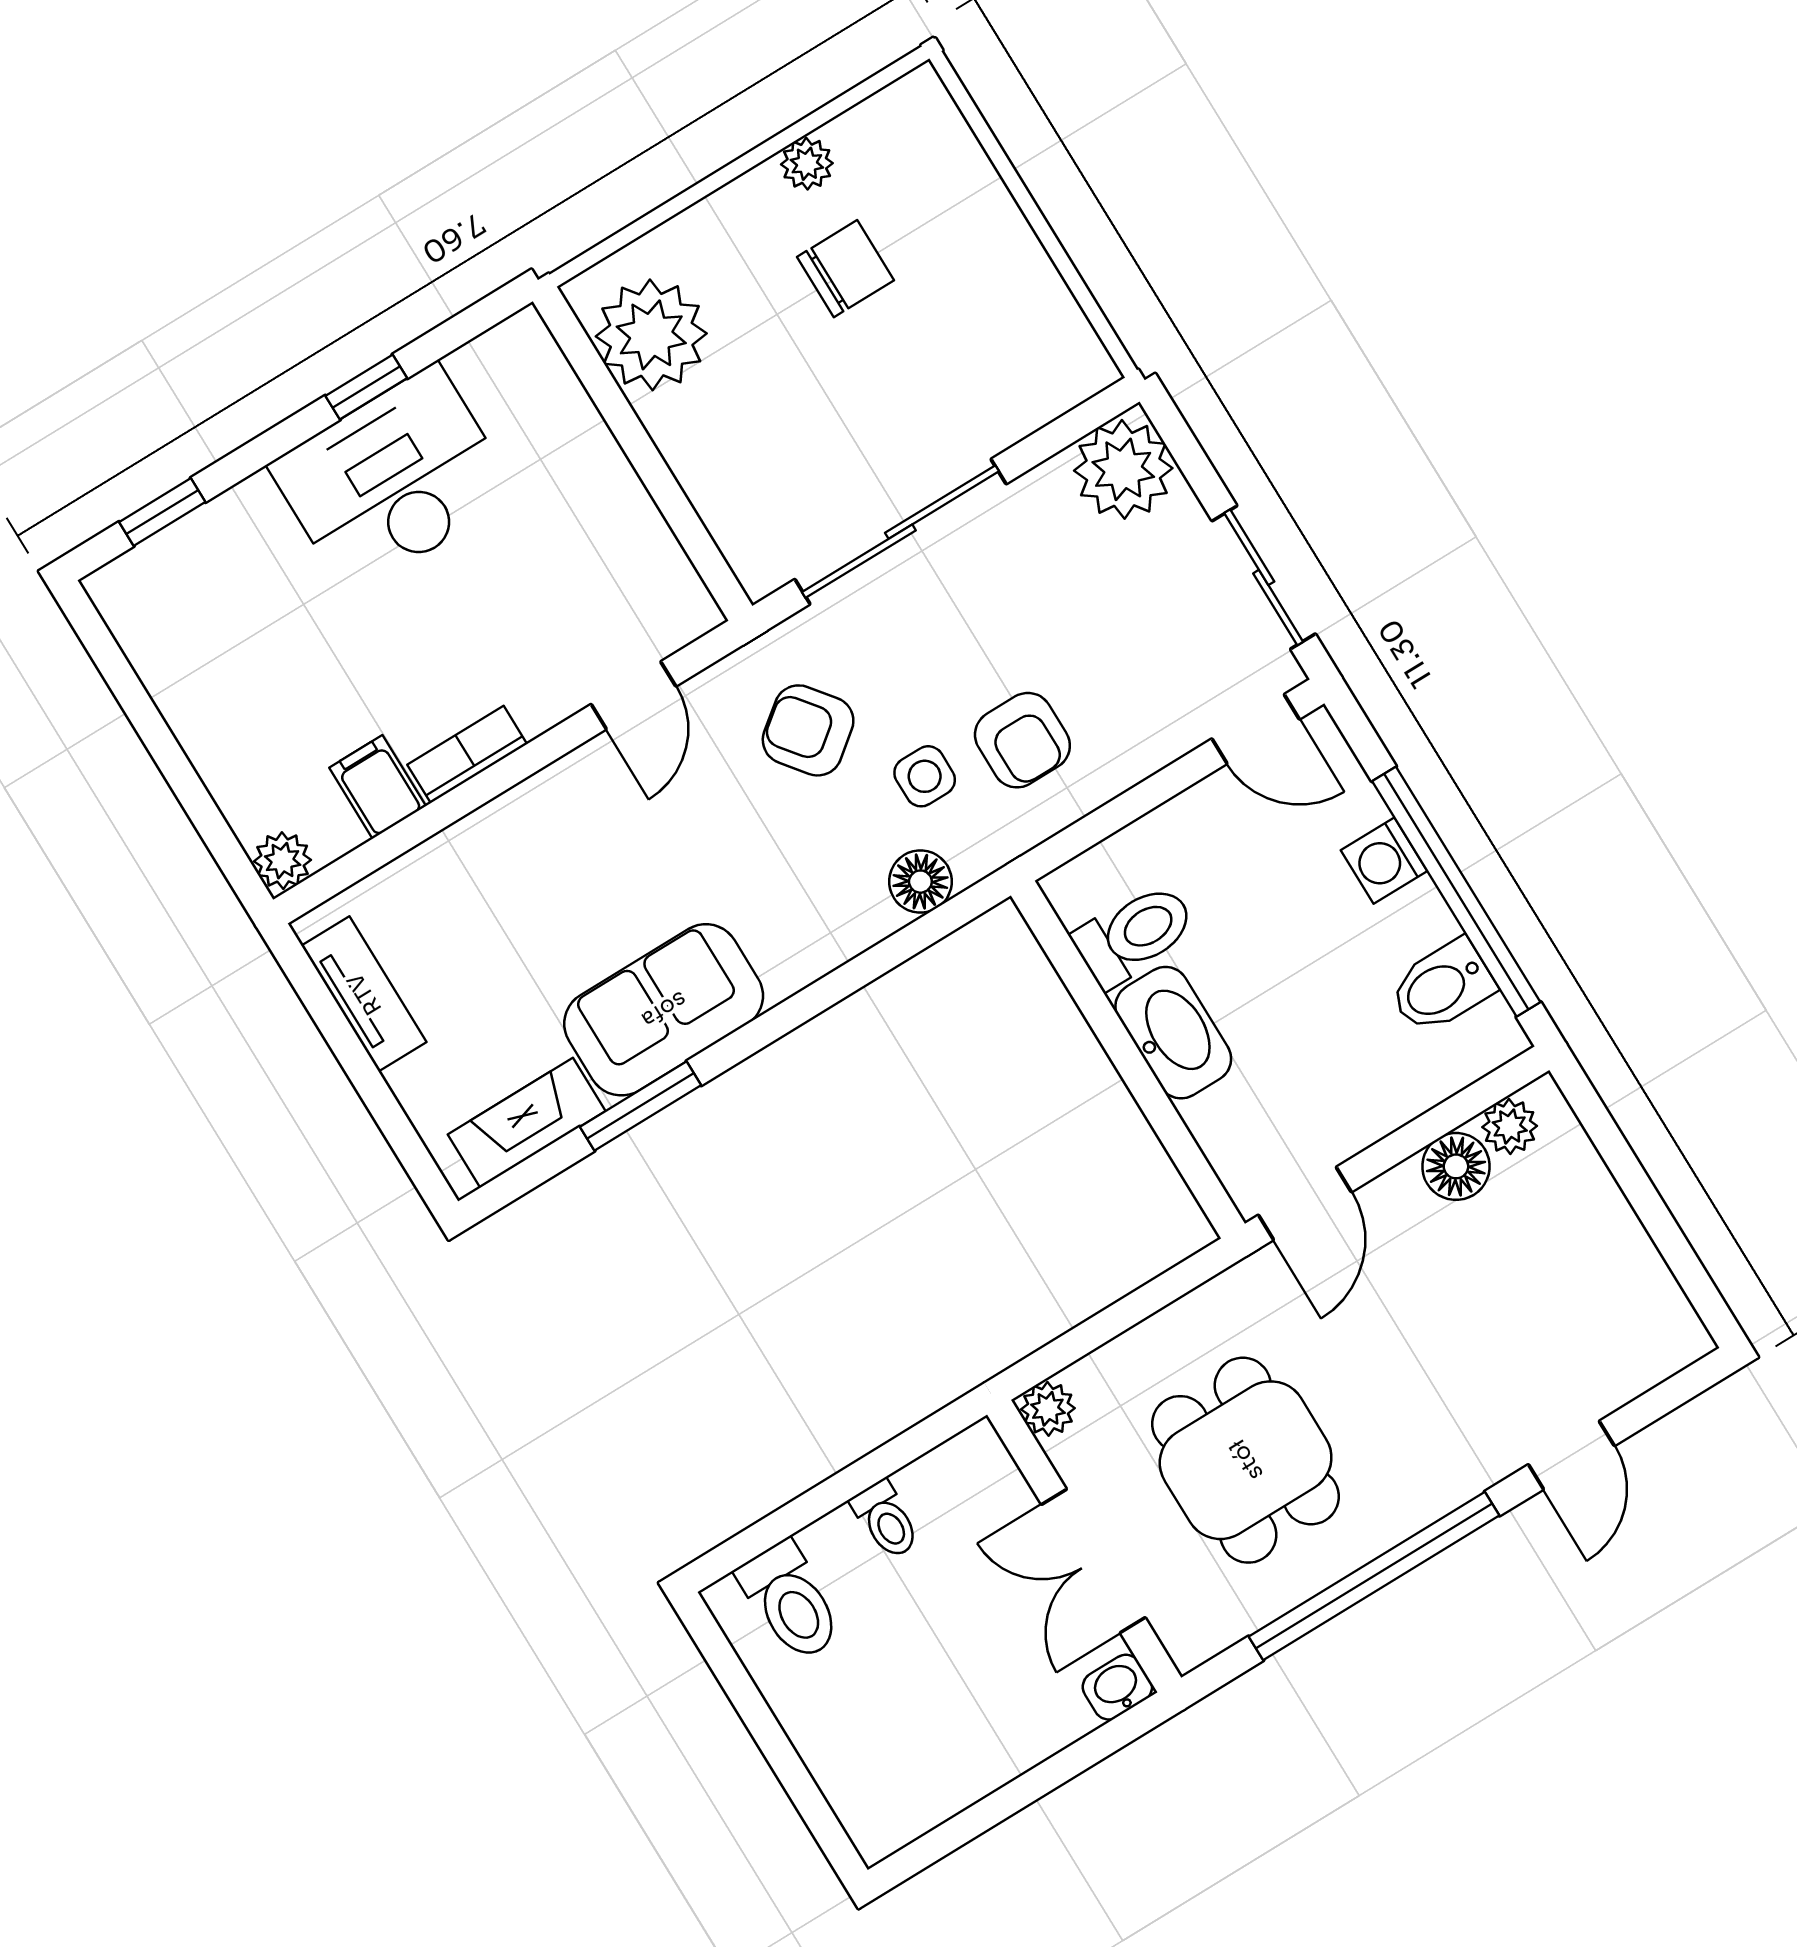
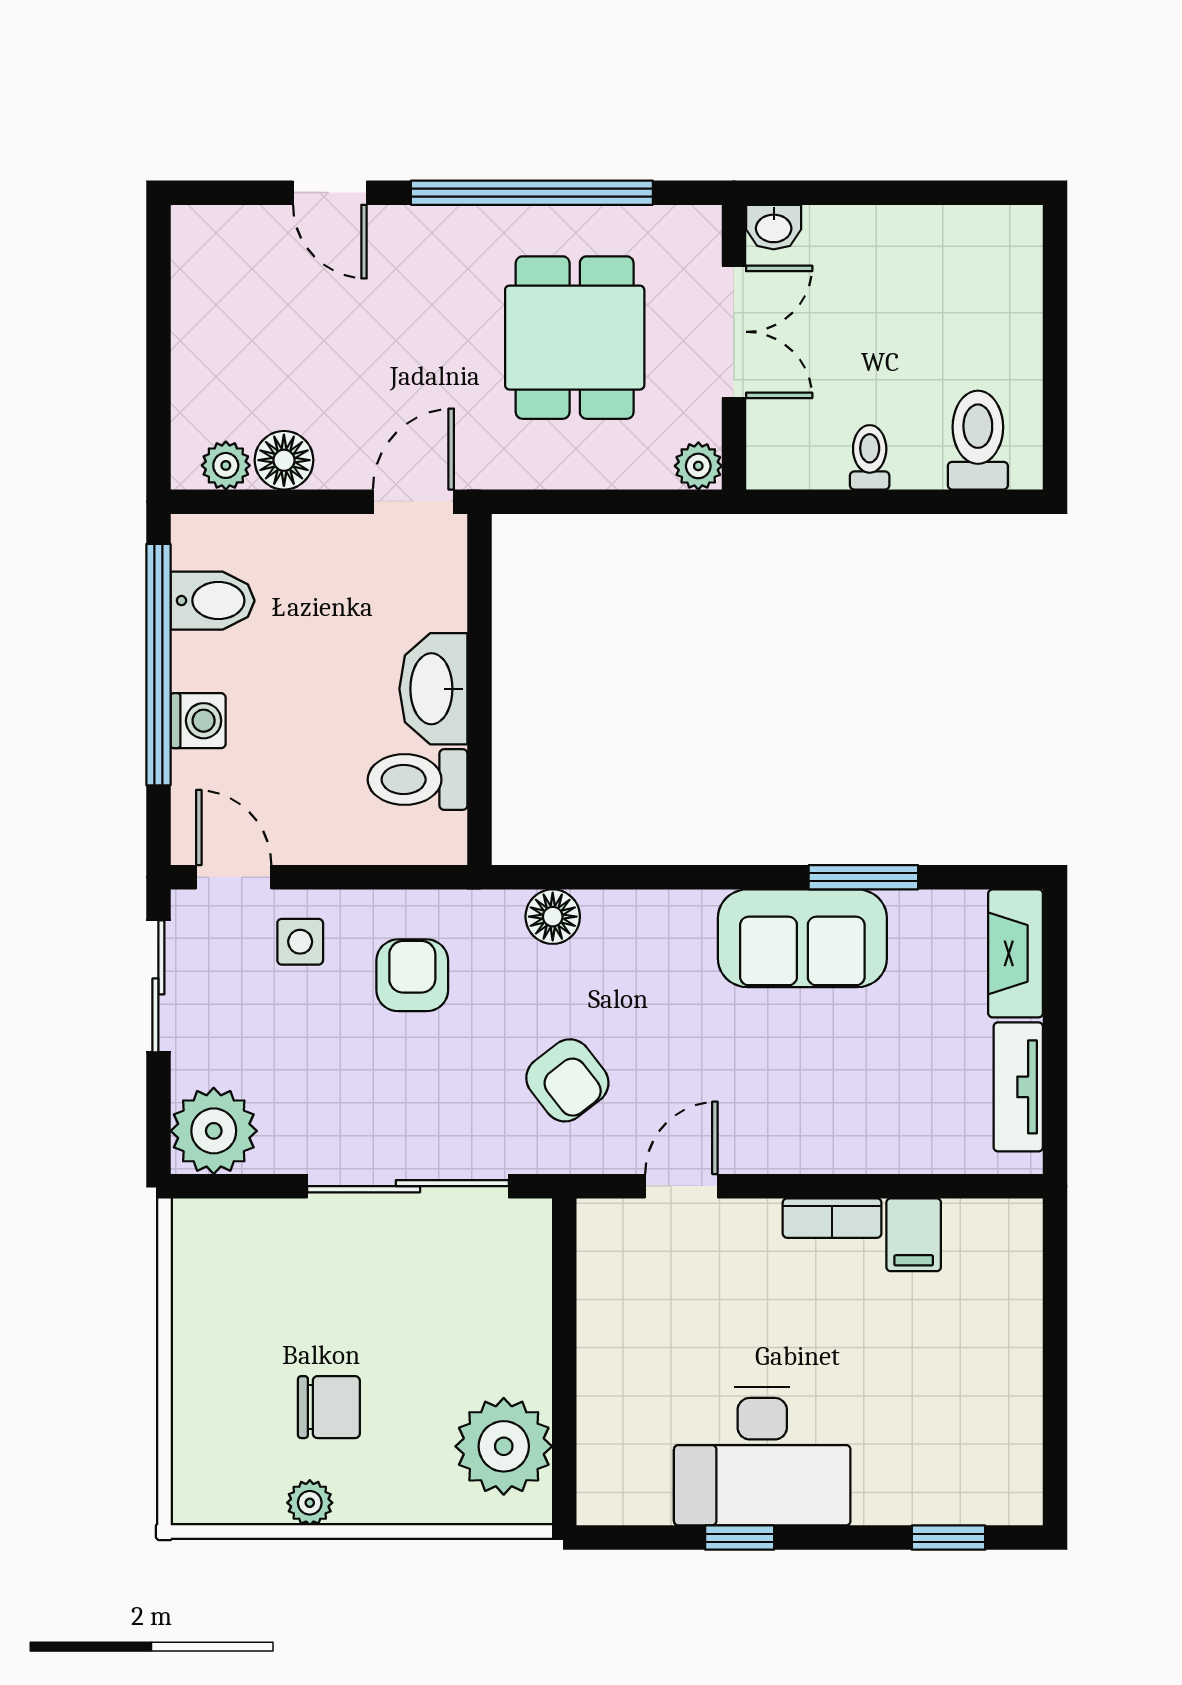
chair: (845, 269) -> (329, 1407), turned 180
side table: (925, 776) -> (300, 942), moved
plant: (283, 861) -> (1018, 1223), removed
fireplace: (527, 1123) -> (1016, 953), moved, turned 90
door: (1571, 1455) -> (330, 193), swing flipped

